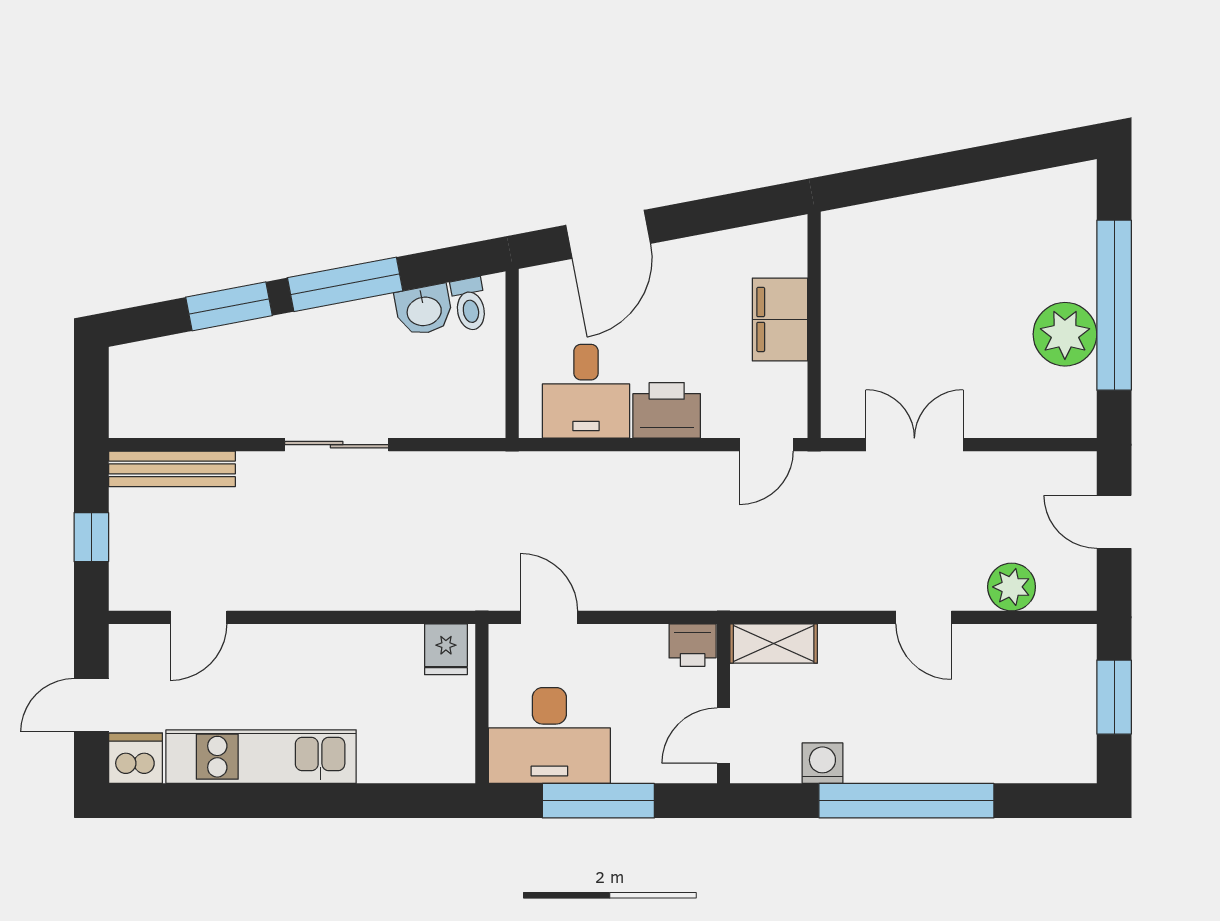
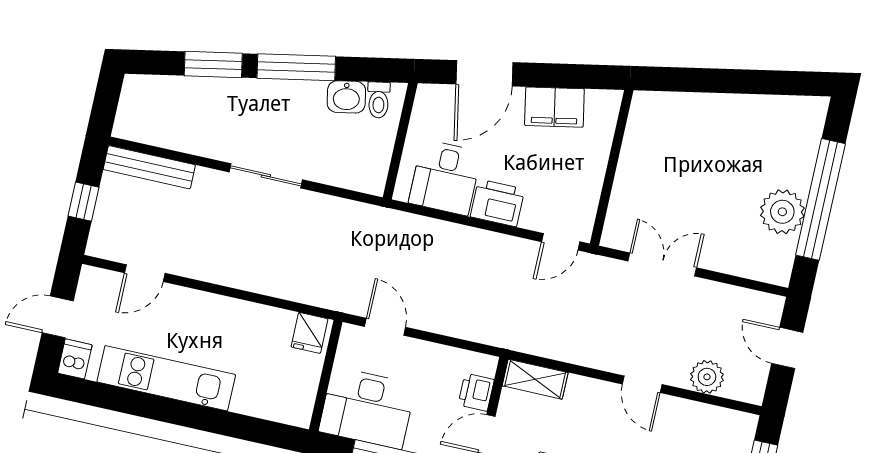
filing cabinet: (780, 319) -> (554, 107), moved, turned -101
printer: (693, 645) -> (476, 392), moved, turned 90
dishwasher: (136, 758) -> (75, 359), width x0.73

